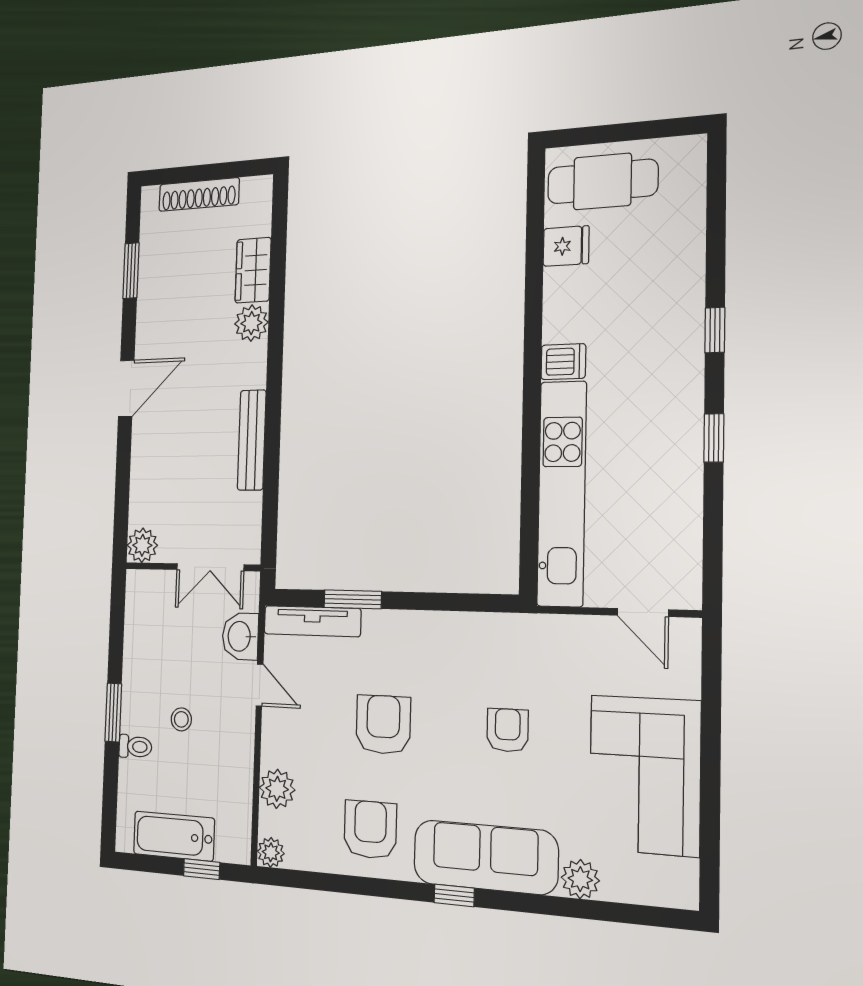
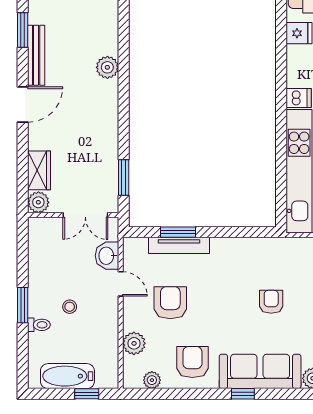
wardrobe: (253, 270) -> (39, 170), moved, turned 180
bench: (252, 440) -> (36, 55), moved
window: (270, 505) -> (124, 178), added
tv unit: (312, 621) -> (179, 245), moved
armchair: (383, 725) -> (170, 303), moved
plant: (271, 852) -> (152, 380), moved

